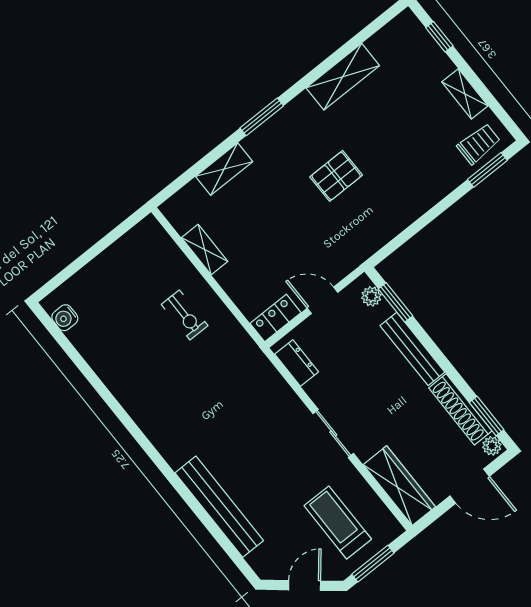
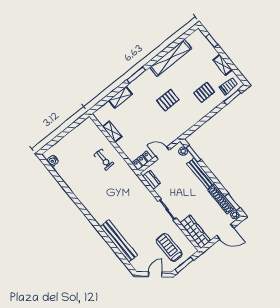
shelving: (343, 77) -> (171, 58), width x1.47
pallet: (421, 158) -> (204, 92), added

